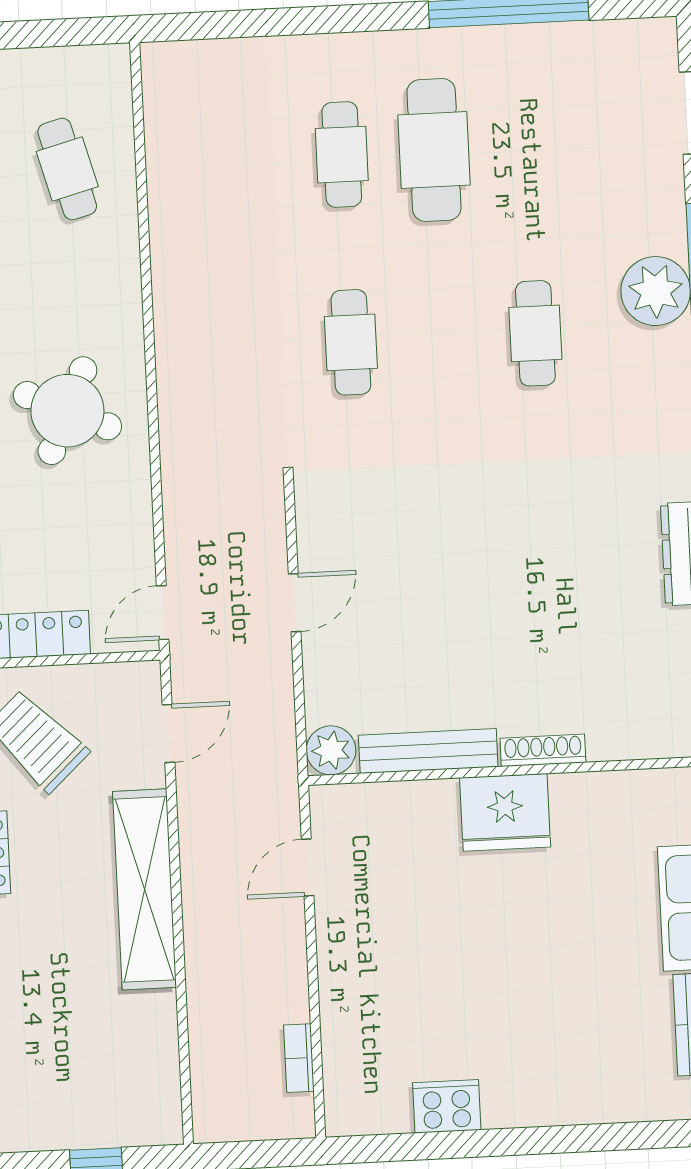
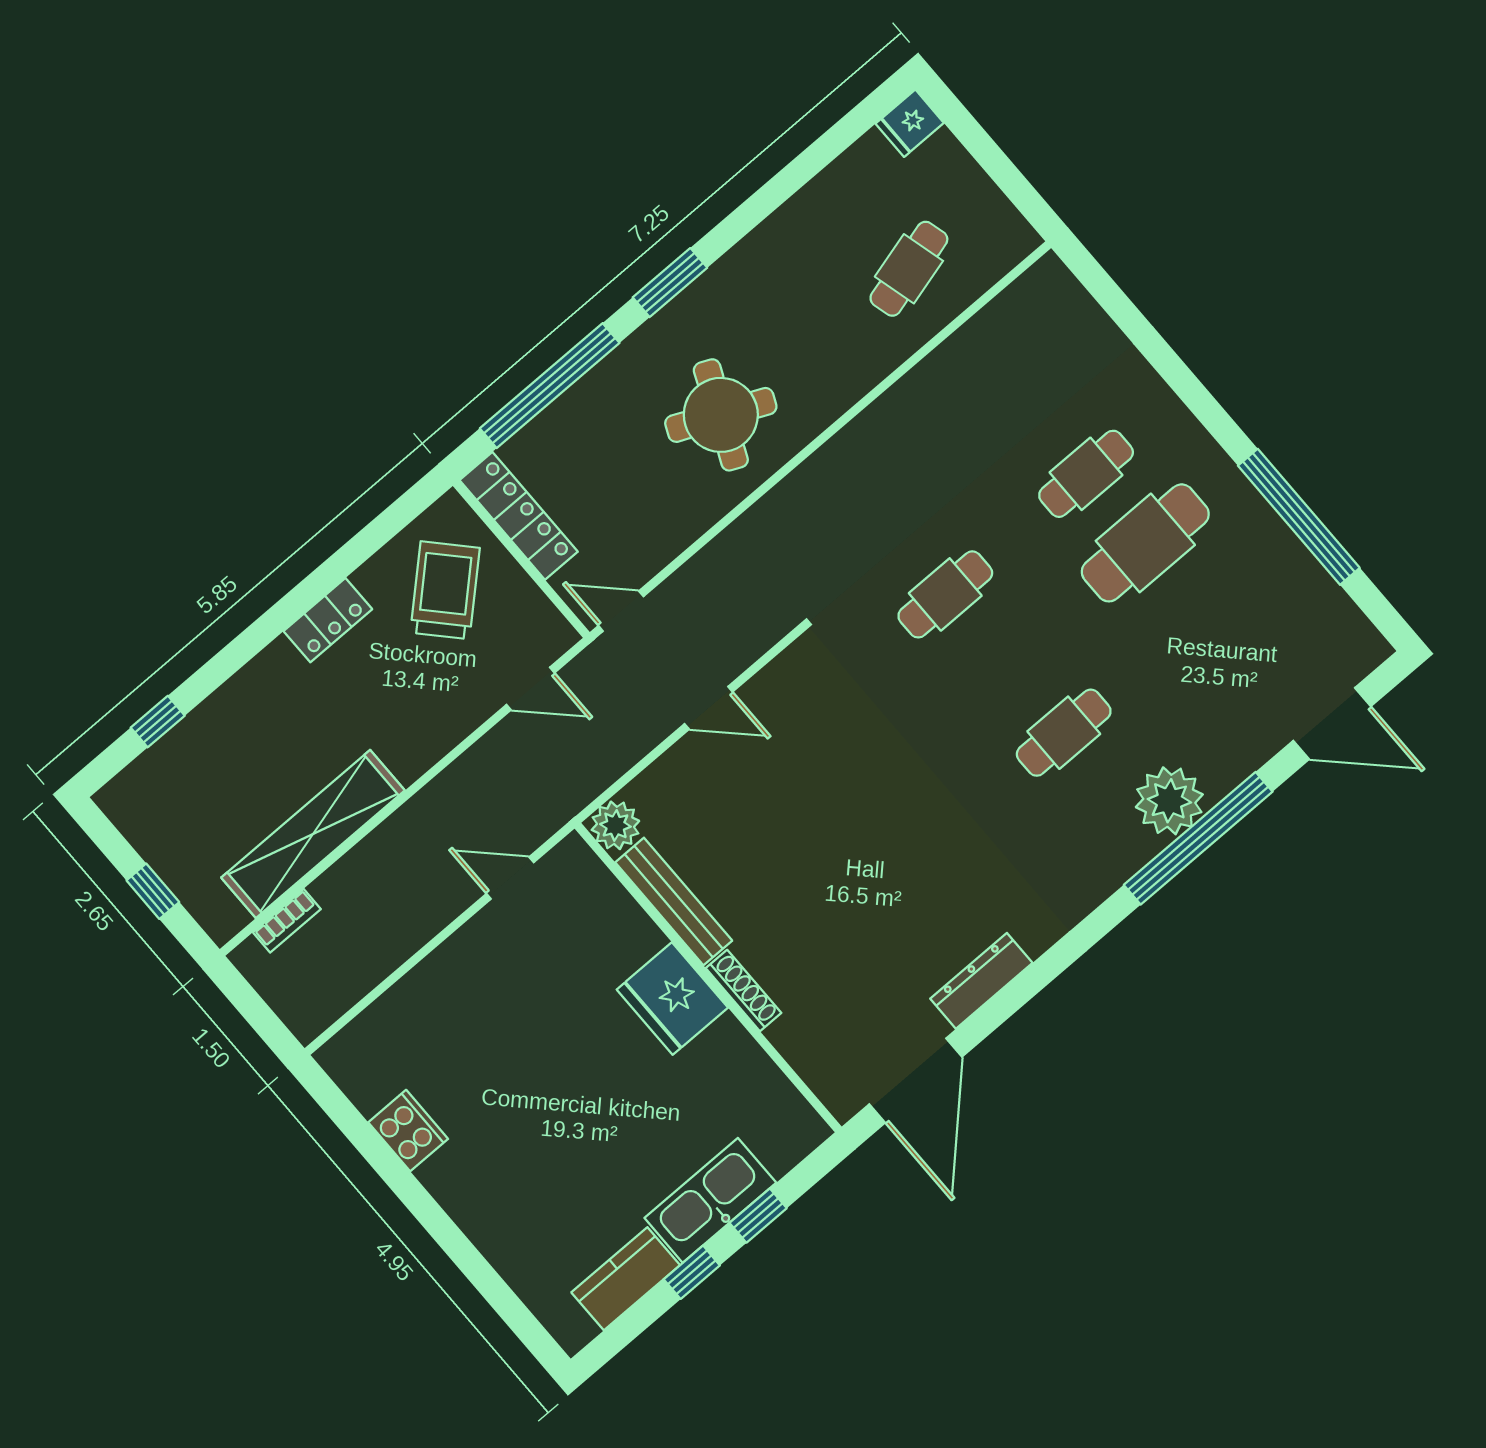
shelving: (145, 889) -> (313, 834), moved
bookcase: (299, 1058) -> (287, 921), moved, turned 180

